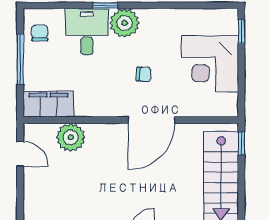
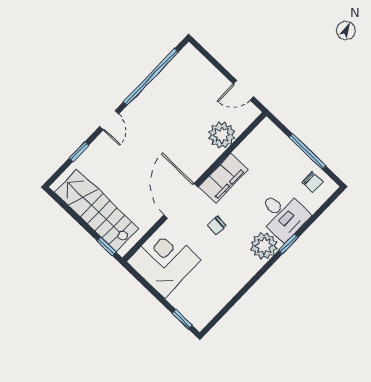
corner desk: (210, 64) -> (164, 261), moved
filing cabinet: (49, 104) -> (223, 178), moved

